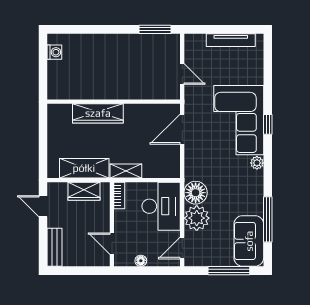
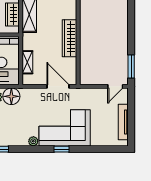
door: (182, 74) -> (115, 86), moved
wardrobe: (98, 113) -> (70, 38), moved
shelving: (126, 171) -> (27, 62), moved

